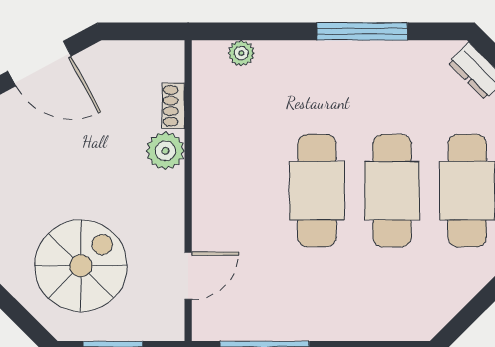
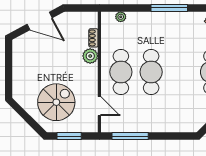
cafe table: (392, 191) -> (121, 72), moved
door: (188, 276) -> (99, 106), hinge flipped

